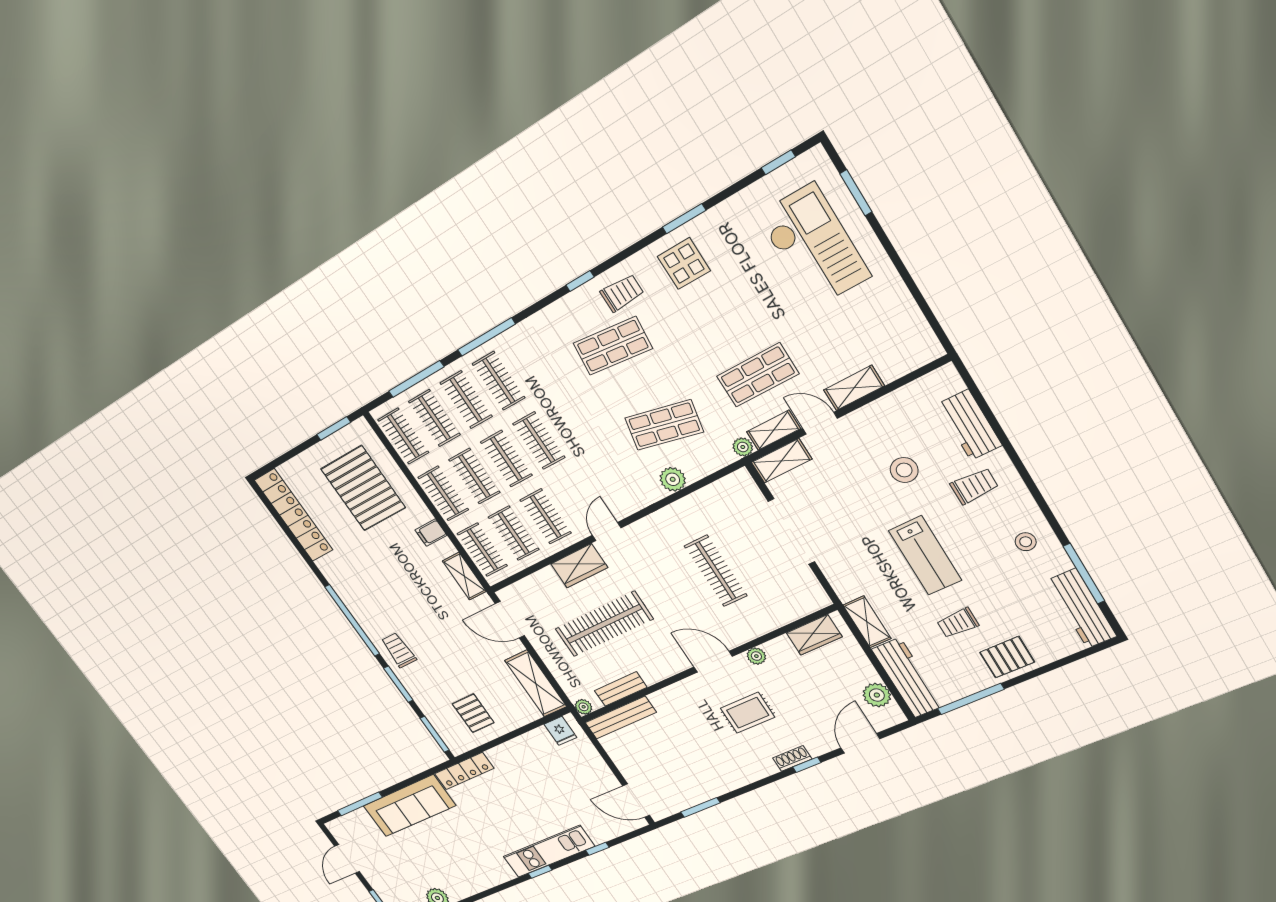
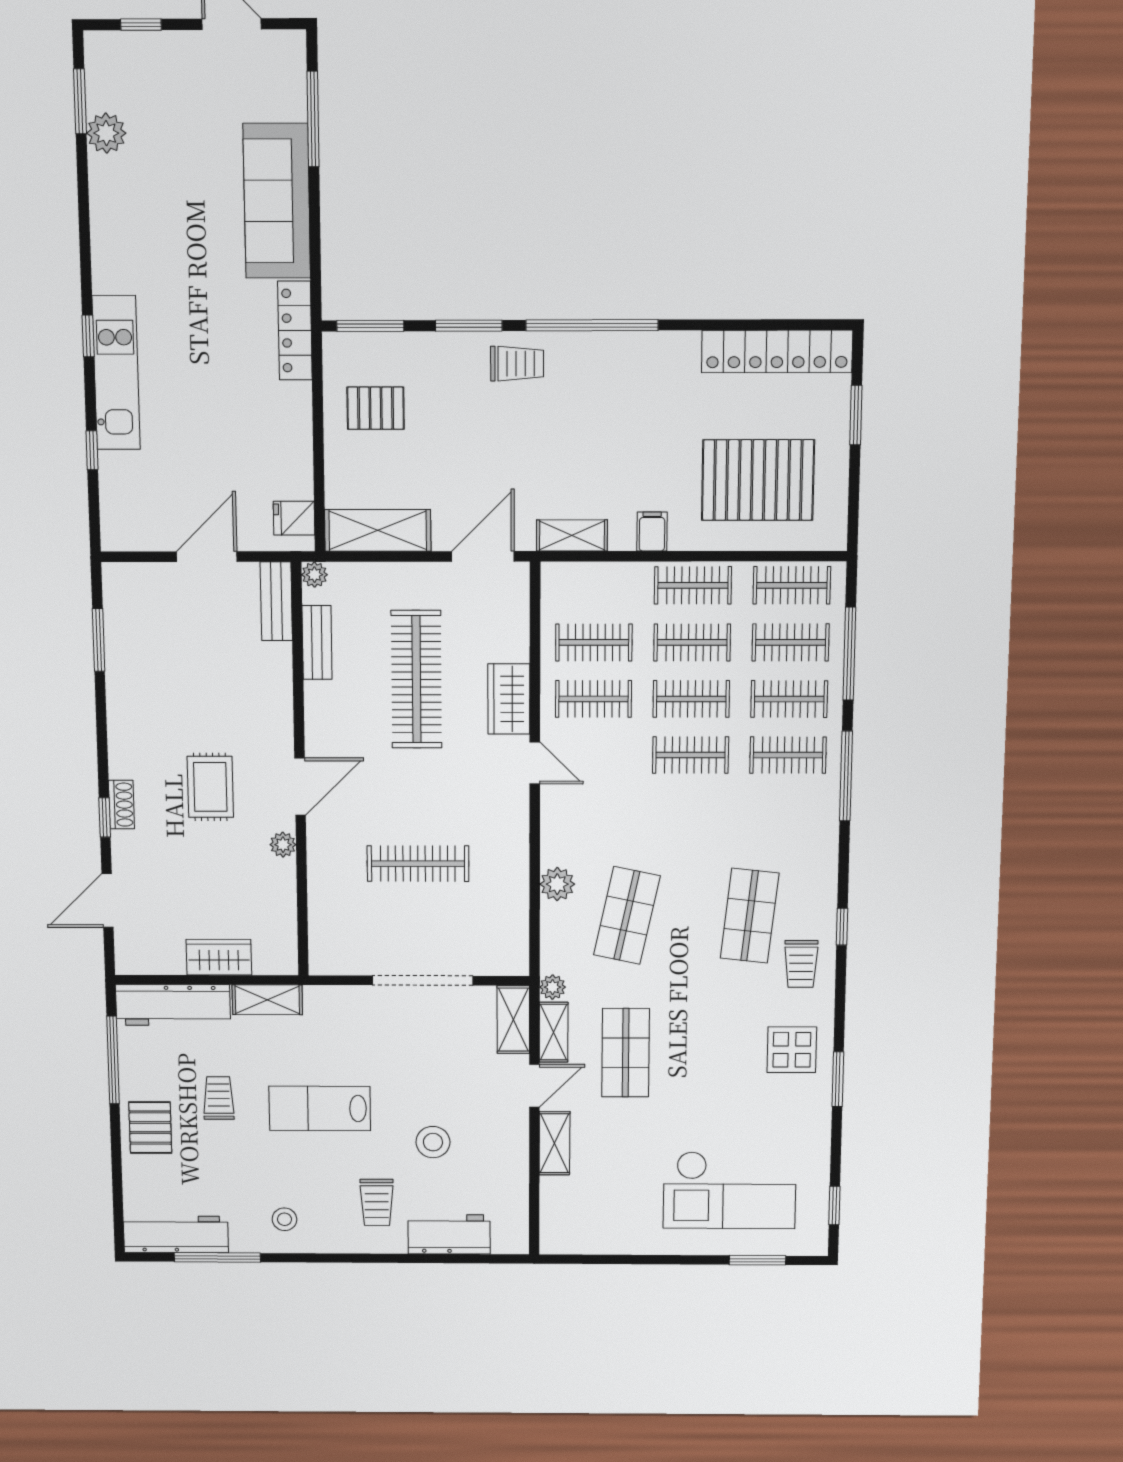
window: (334, 428) -> (856, 415), moved
clothes rail: (482, 550) -> (594, 585), removed
wardrobe: (814, 635) -> (219, 957), moved, turned 90
plant: (877, 695) -> (165, 957), removed
bench: (621, 718) -> (276, 601), width x0.73
door: (860, 743) -> (108, 901), swing flipped
door: (636, 801) -> (207, 557), moved

